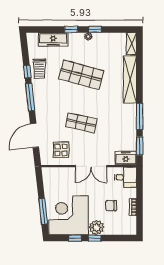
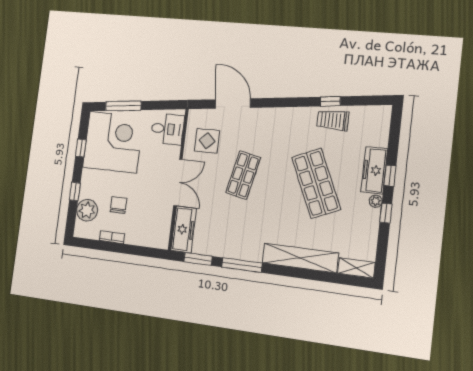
freezer: (53, 39) -> (374, 170), moved
shop shelf: (81, 75) -> (316, 183), turned -39
window: (30, 97) -> (291, 102), removed
freezer: (126, 158) -> (184, 229), width x1.40
double door: (91, 166) -> (178, 182), swing flipped
desk: (126, 177) -> (167, 129), moved, turned -90
plant: (97, 227) -> (87, 210), moved
window: (95, 238) -> (75, 192), moved

